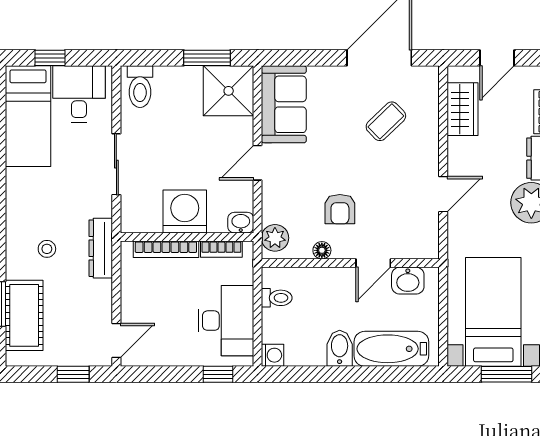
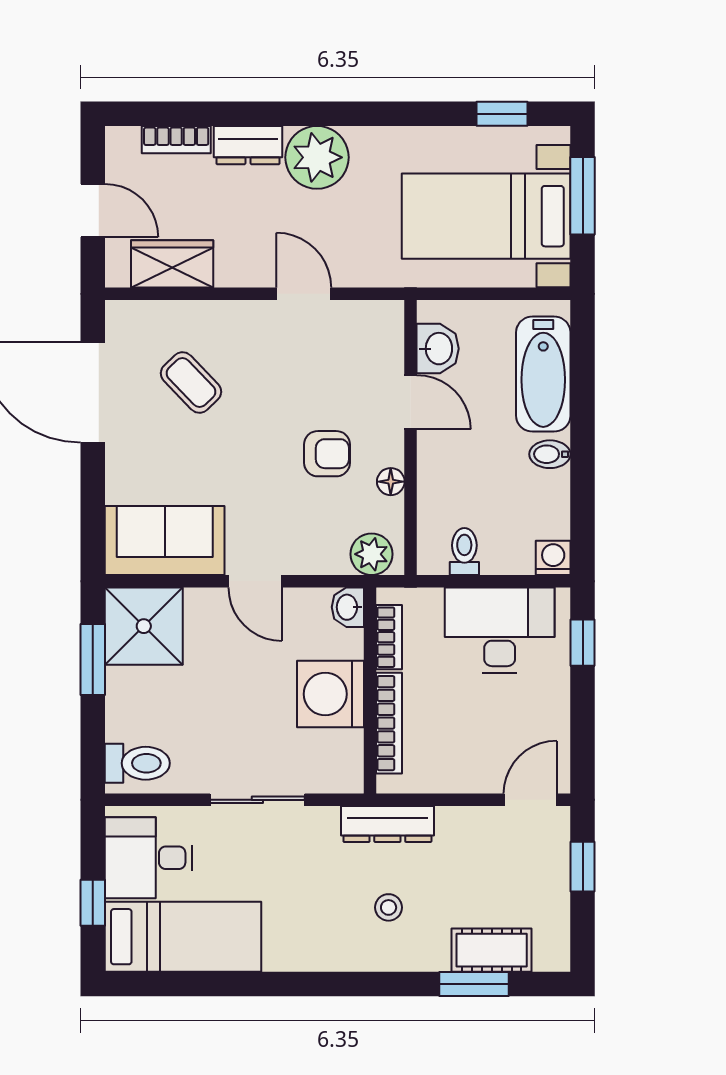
cot: (24, 315) -> (492, 950), width x0.73, depth x0.75
door: (116, 340) -> (530, 800), hinge flipped
bidet: (340, 348) -> (550, 454), width x0.72, depth x0.74

